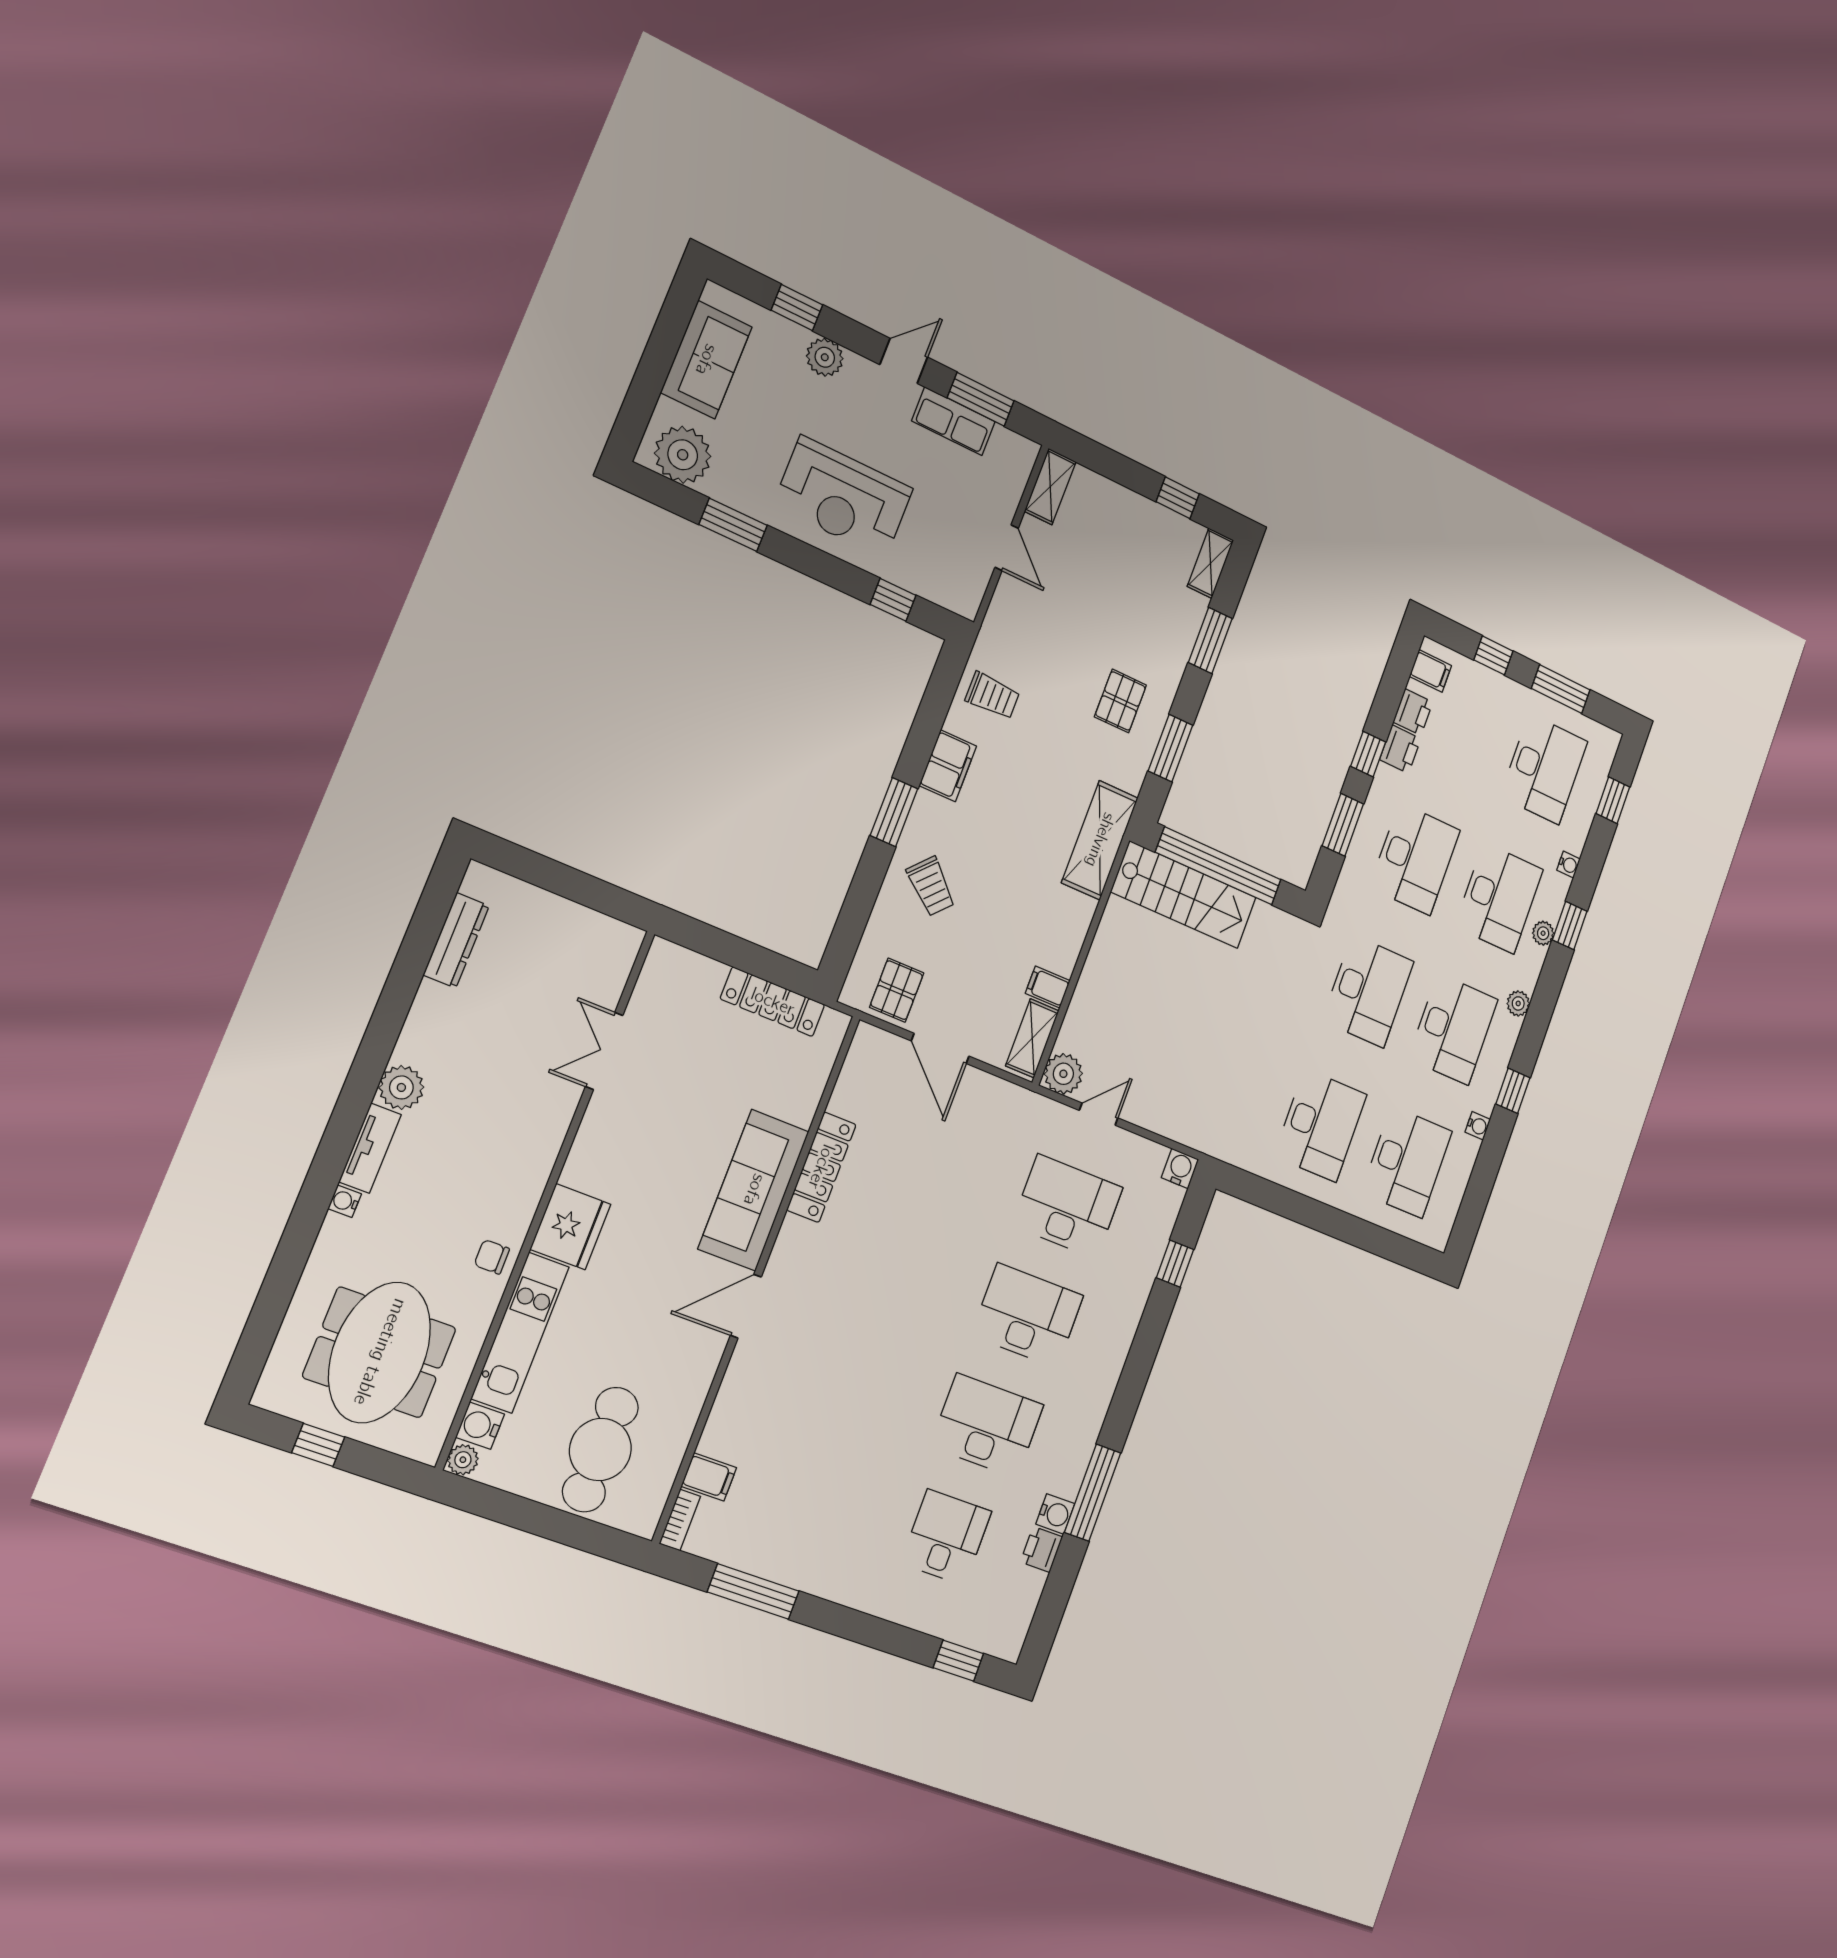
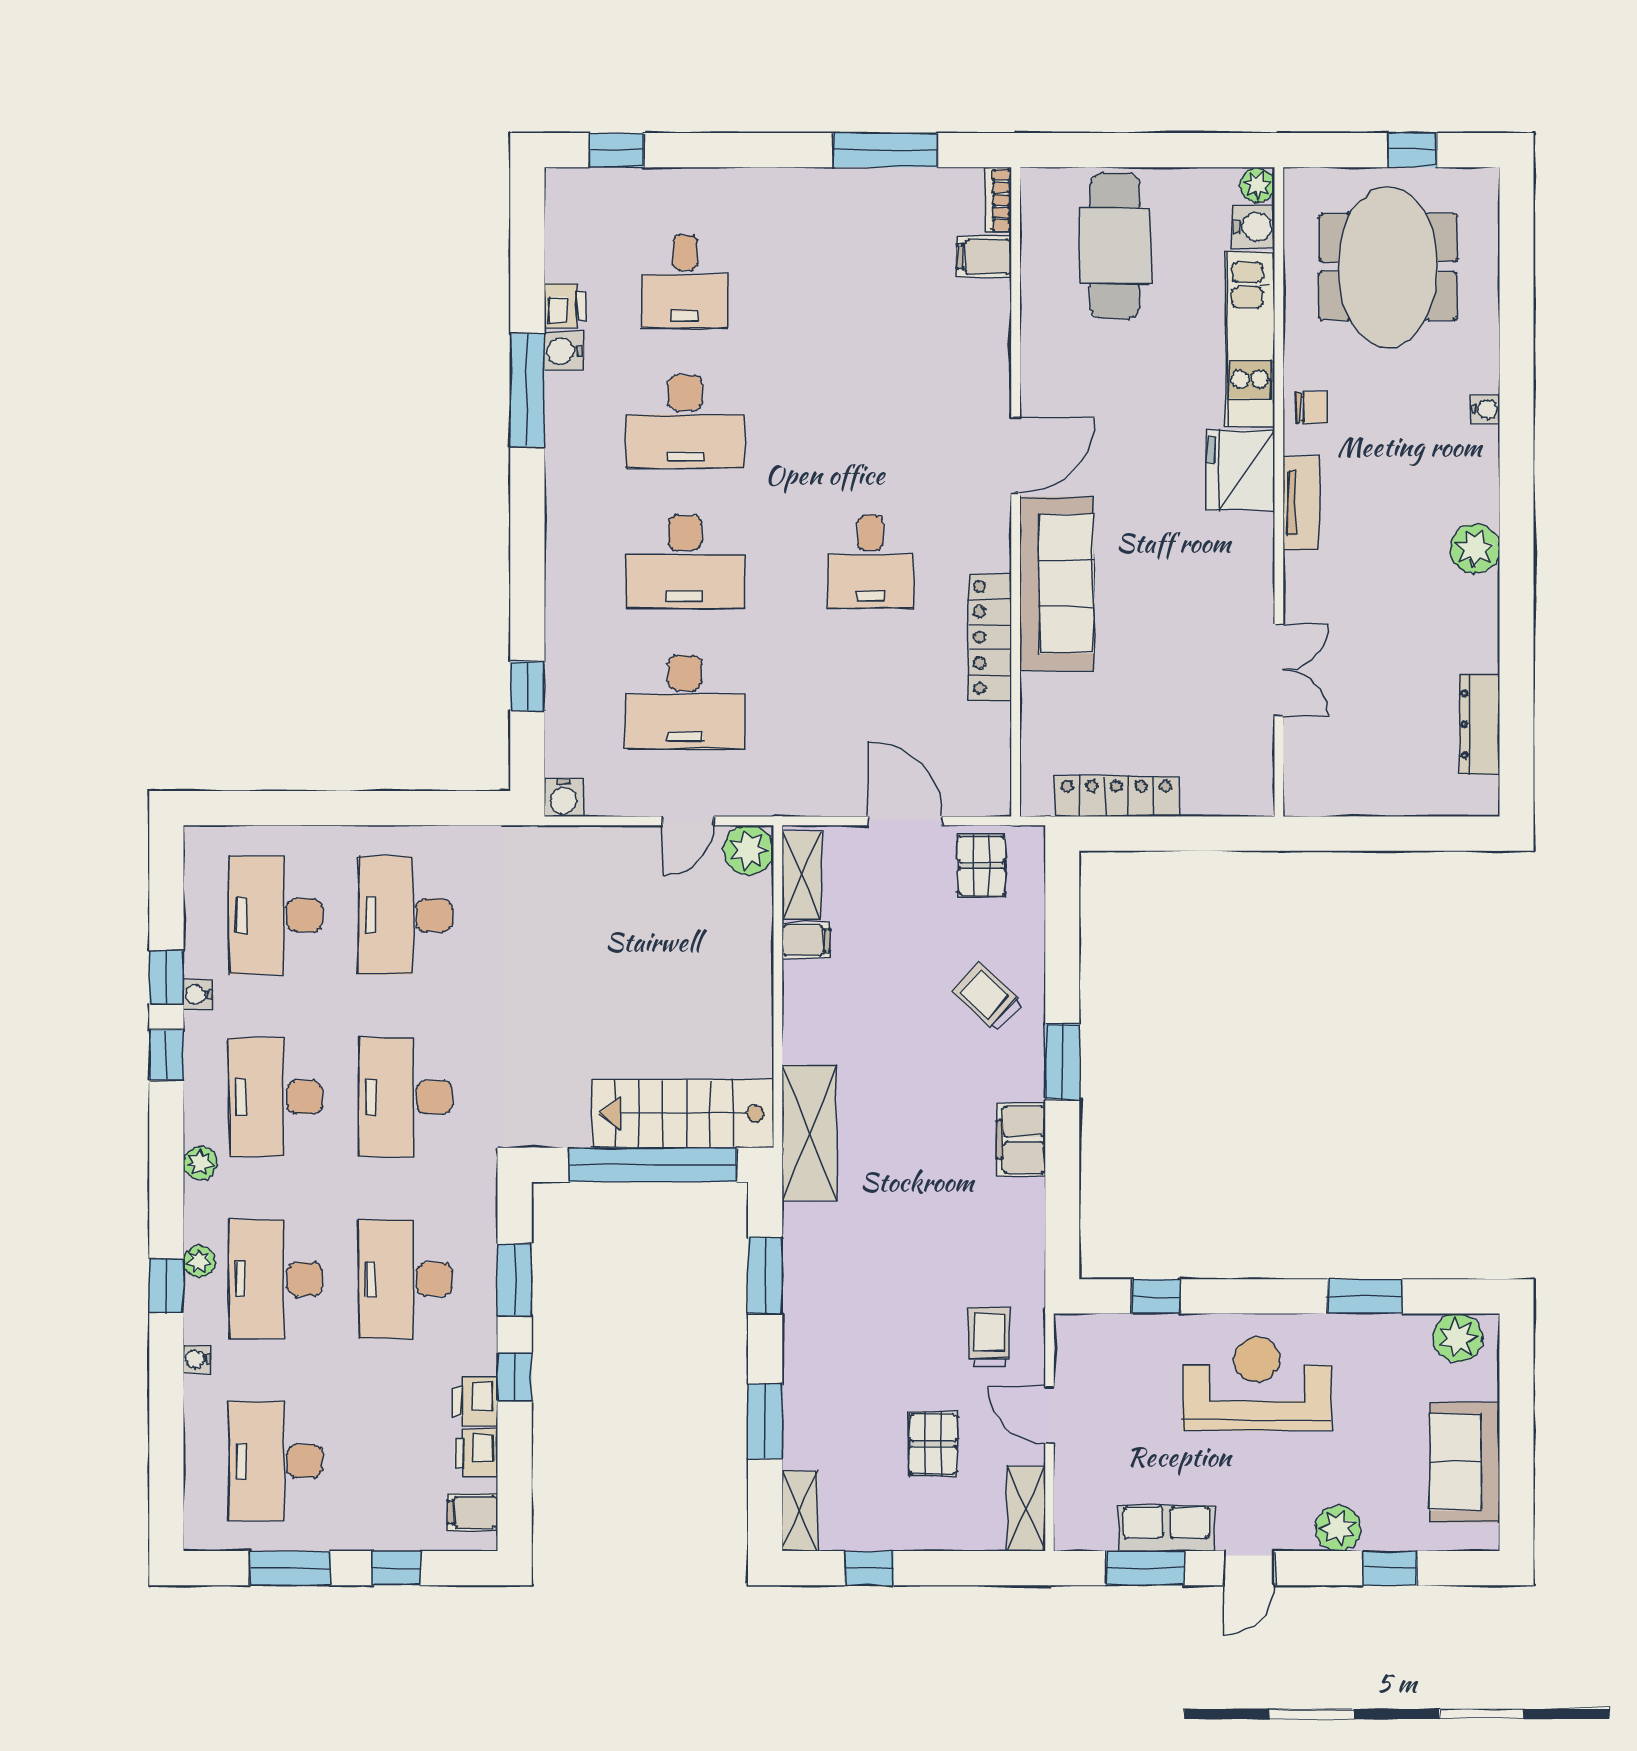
plant: (683, 455) -> (1458, 1338), width x0.73, depth x0.73
trolley: (992, 696) -> (989, 1337), moved, turned 90
pallet: (1120, 701) -> (933, 1444), moved
window: (1613, 800) -> (166, 977), moved
tv unit: (370, 1148) -> (1301, 503), moved, turned 180
desk: (890, 1263) -> (871, 562), added

